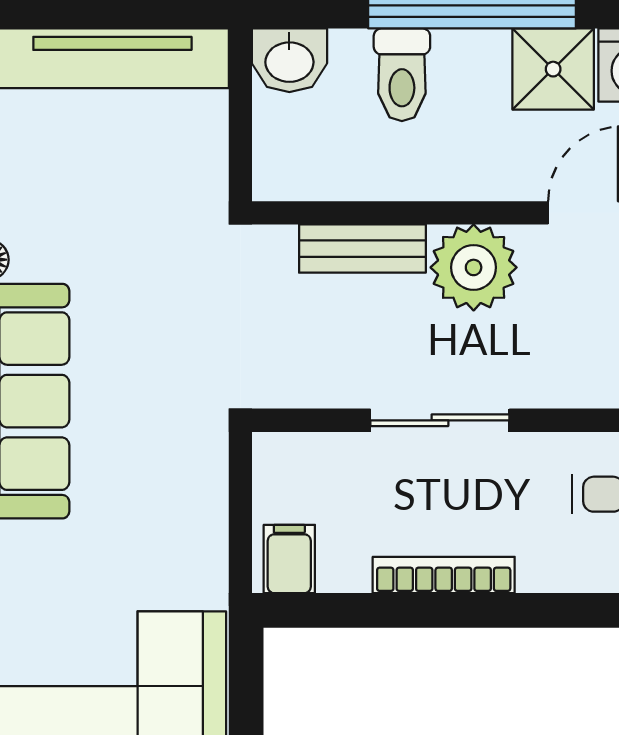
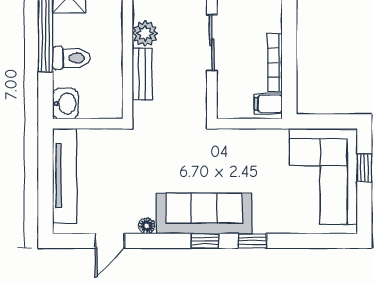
plant: (474, 267) -> (145, 33), width x0.73, depth x0.73
bookcase: (444, 575) -> (275, 63), moved

